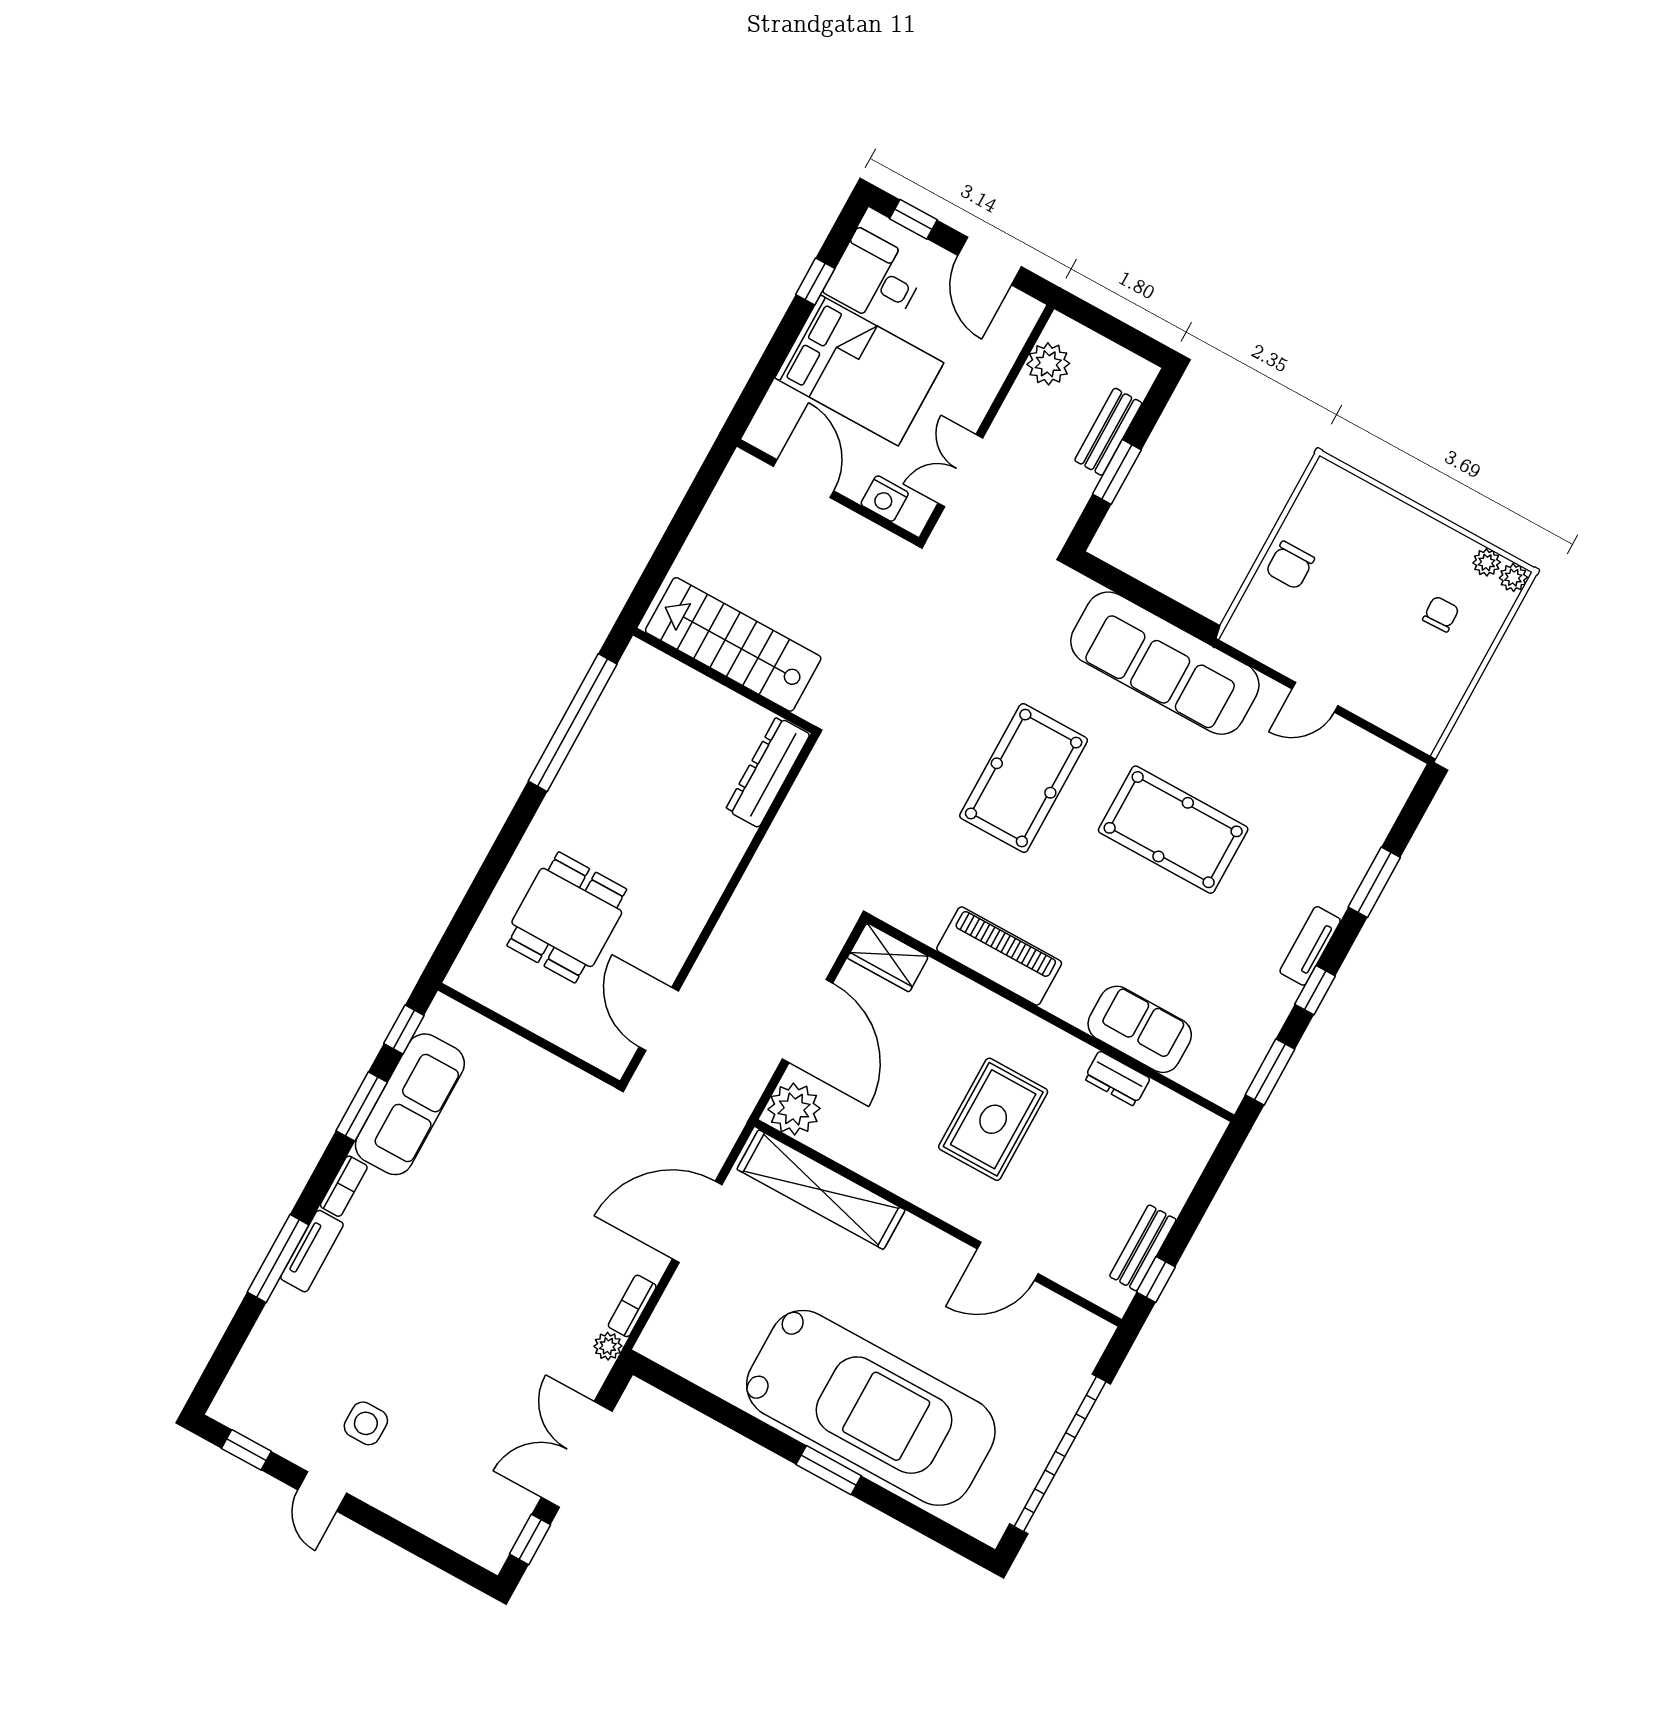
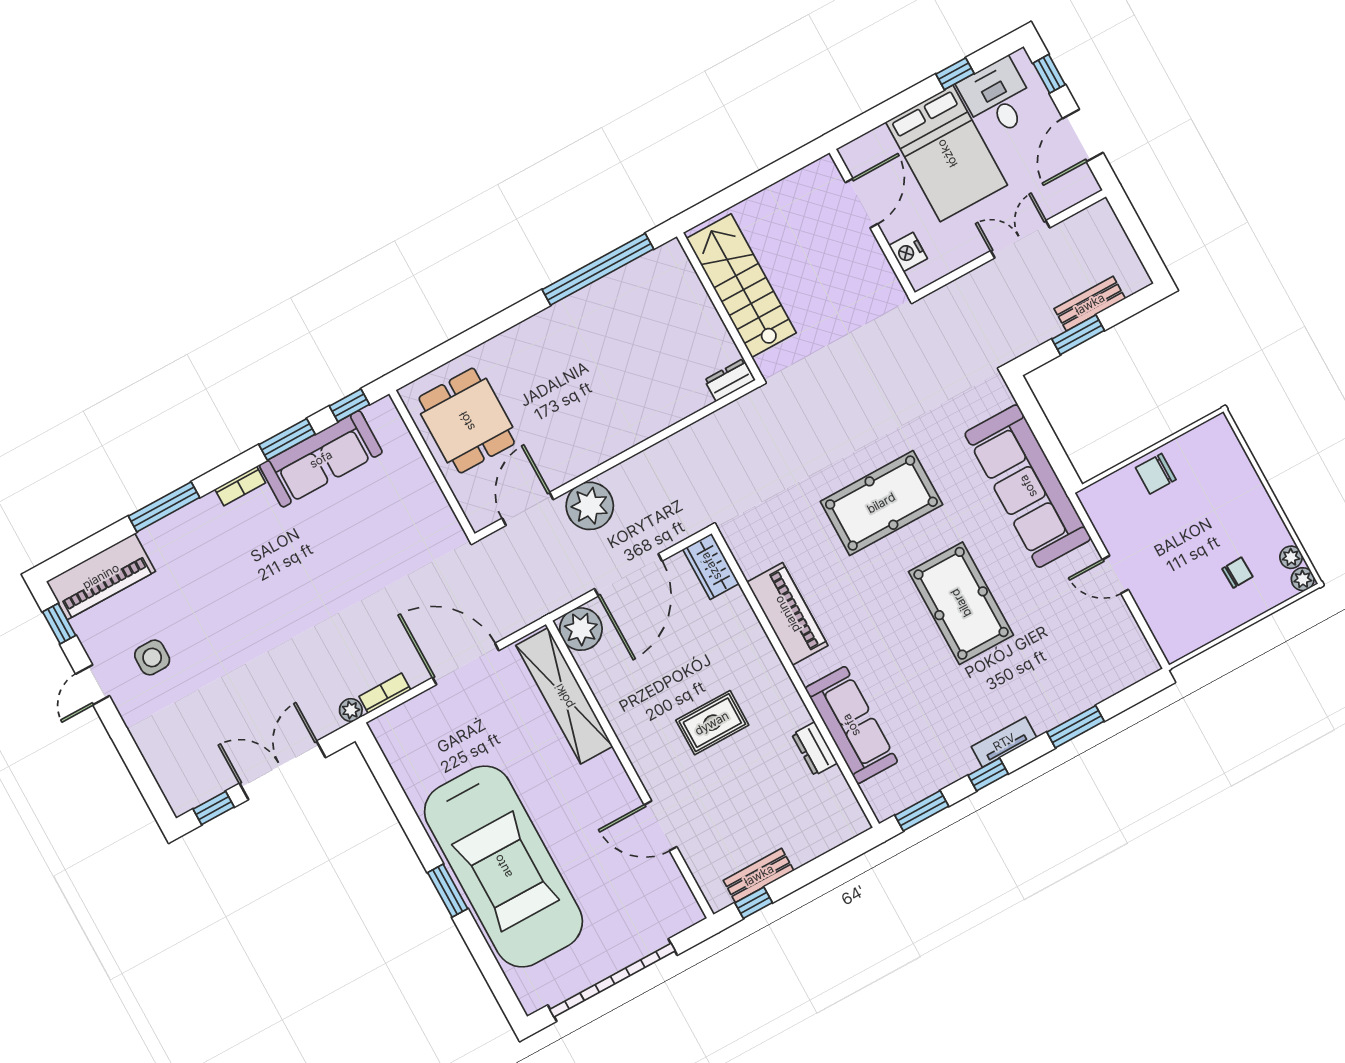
plant: (1048, 364) -> (590, 506), moved, width x1.36, depth x1.36
double door: (960, 471) -> (1020, 239), moved
dresser: (768, 772) -> (730, 380), width x0.51, depth x0.80
dining table: (567, 917) -> (467, 421), moved, turned 90
sofa: (1140, 1029) -> (851, 725), width x1.36
rug: (993, 1119) -> (712, 723), width x0.73, depth x0.70
tv unit: (312, 1251) -> (190, 517), removed
piano: (259, 1373) -> (101, 576), added

